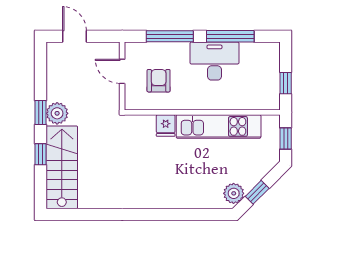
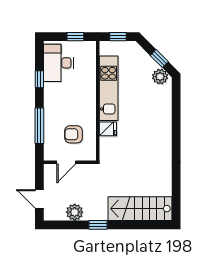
door: (75, 36) -> (39, 199), hinge flipped
window: (230, 36) -> (39, 79), width x0.46
desk: (214, 61) -> (58, 63), moved
plant: (57, 113) -> (75, 212), moved
window: (41, 154) -> (130, 225), removed

